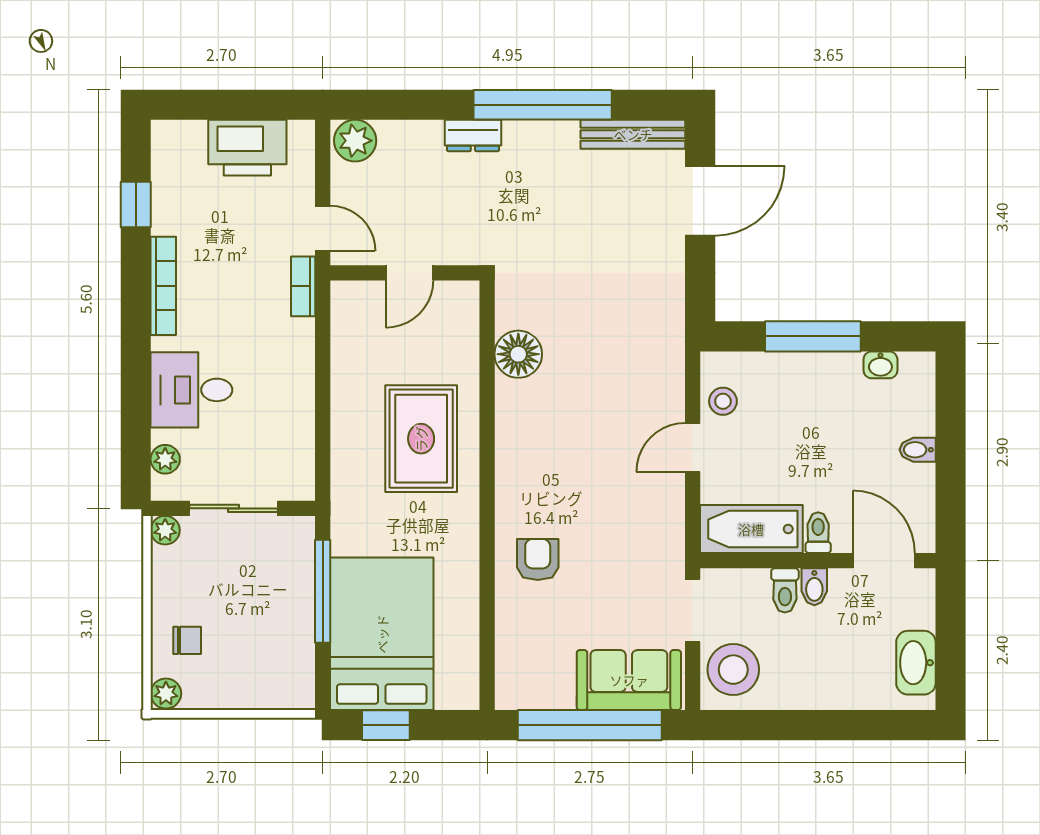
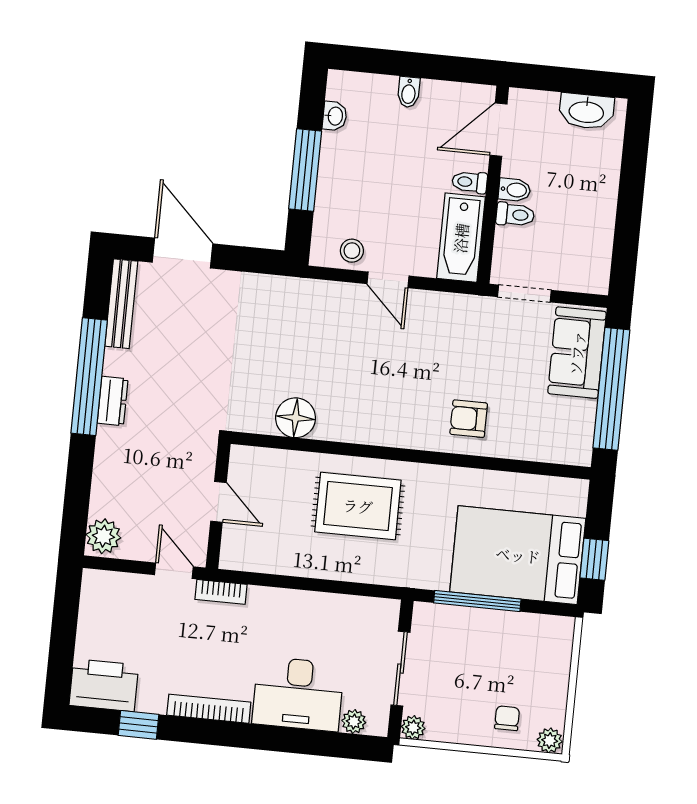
dresser: (473, 135) -> (113, 401), moved
printer: (247, 148) -> (104, 685), moved, turned -90
door: (323, 228) -> (174, 571), hinge flipped
desk: (191, 390) -> (298, 694), width x1.37
stool: (733, 670) -> (577, 264), removed

